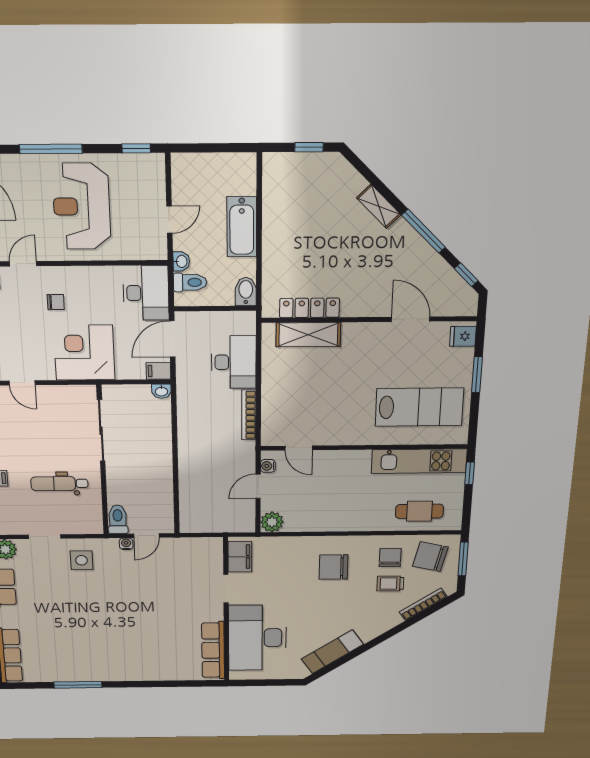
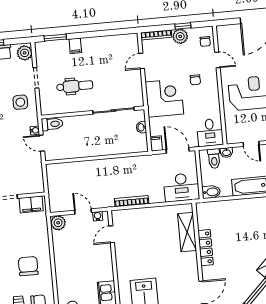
desk: (146, 293) -> (210, 133), width x0.73
locker: (309, 308) -> (206, 248), moved
desk: (234, 362) -> (181, 187), moved
washbasin: (161, 391) -> (141, 127), moved
dental chair: (59, 484) -> (75, 86), turned 90

